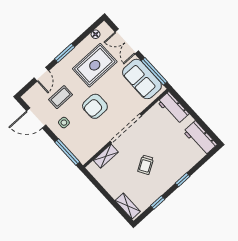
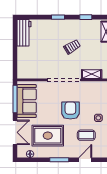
armchair: (95, 106) -> (70, 111), turned -90
workbench: (173, 108) -> (24, 66), removed

